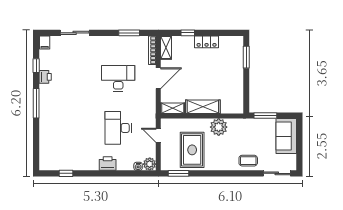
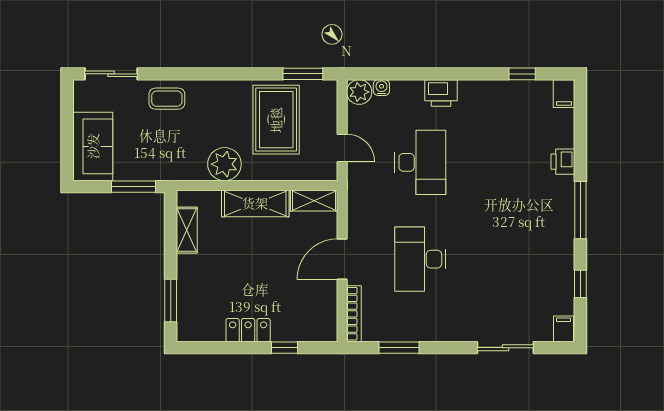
shelving: (166, 48) -> (187, 230), moved
printer: (45, 77) -> (563, 162), moved
desk: (118, 78) -> (420, 259), turned 90
filing cabinet: (44, 163) -> (564, 94), added

